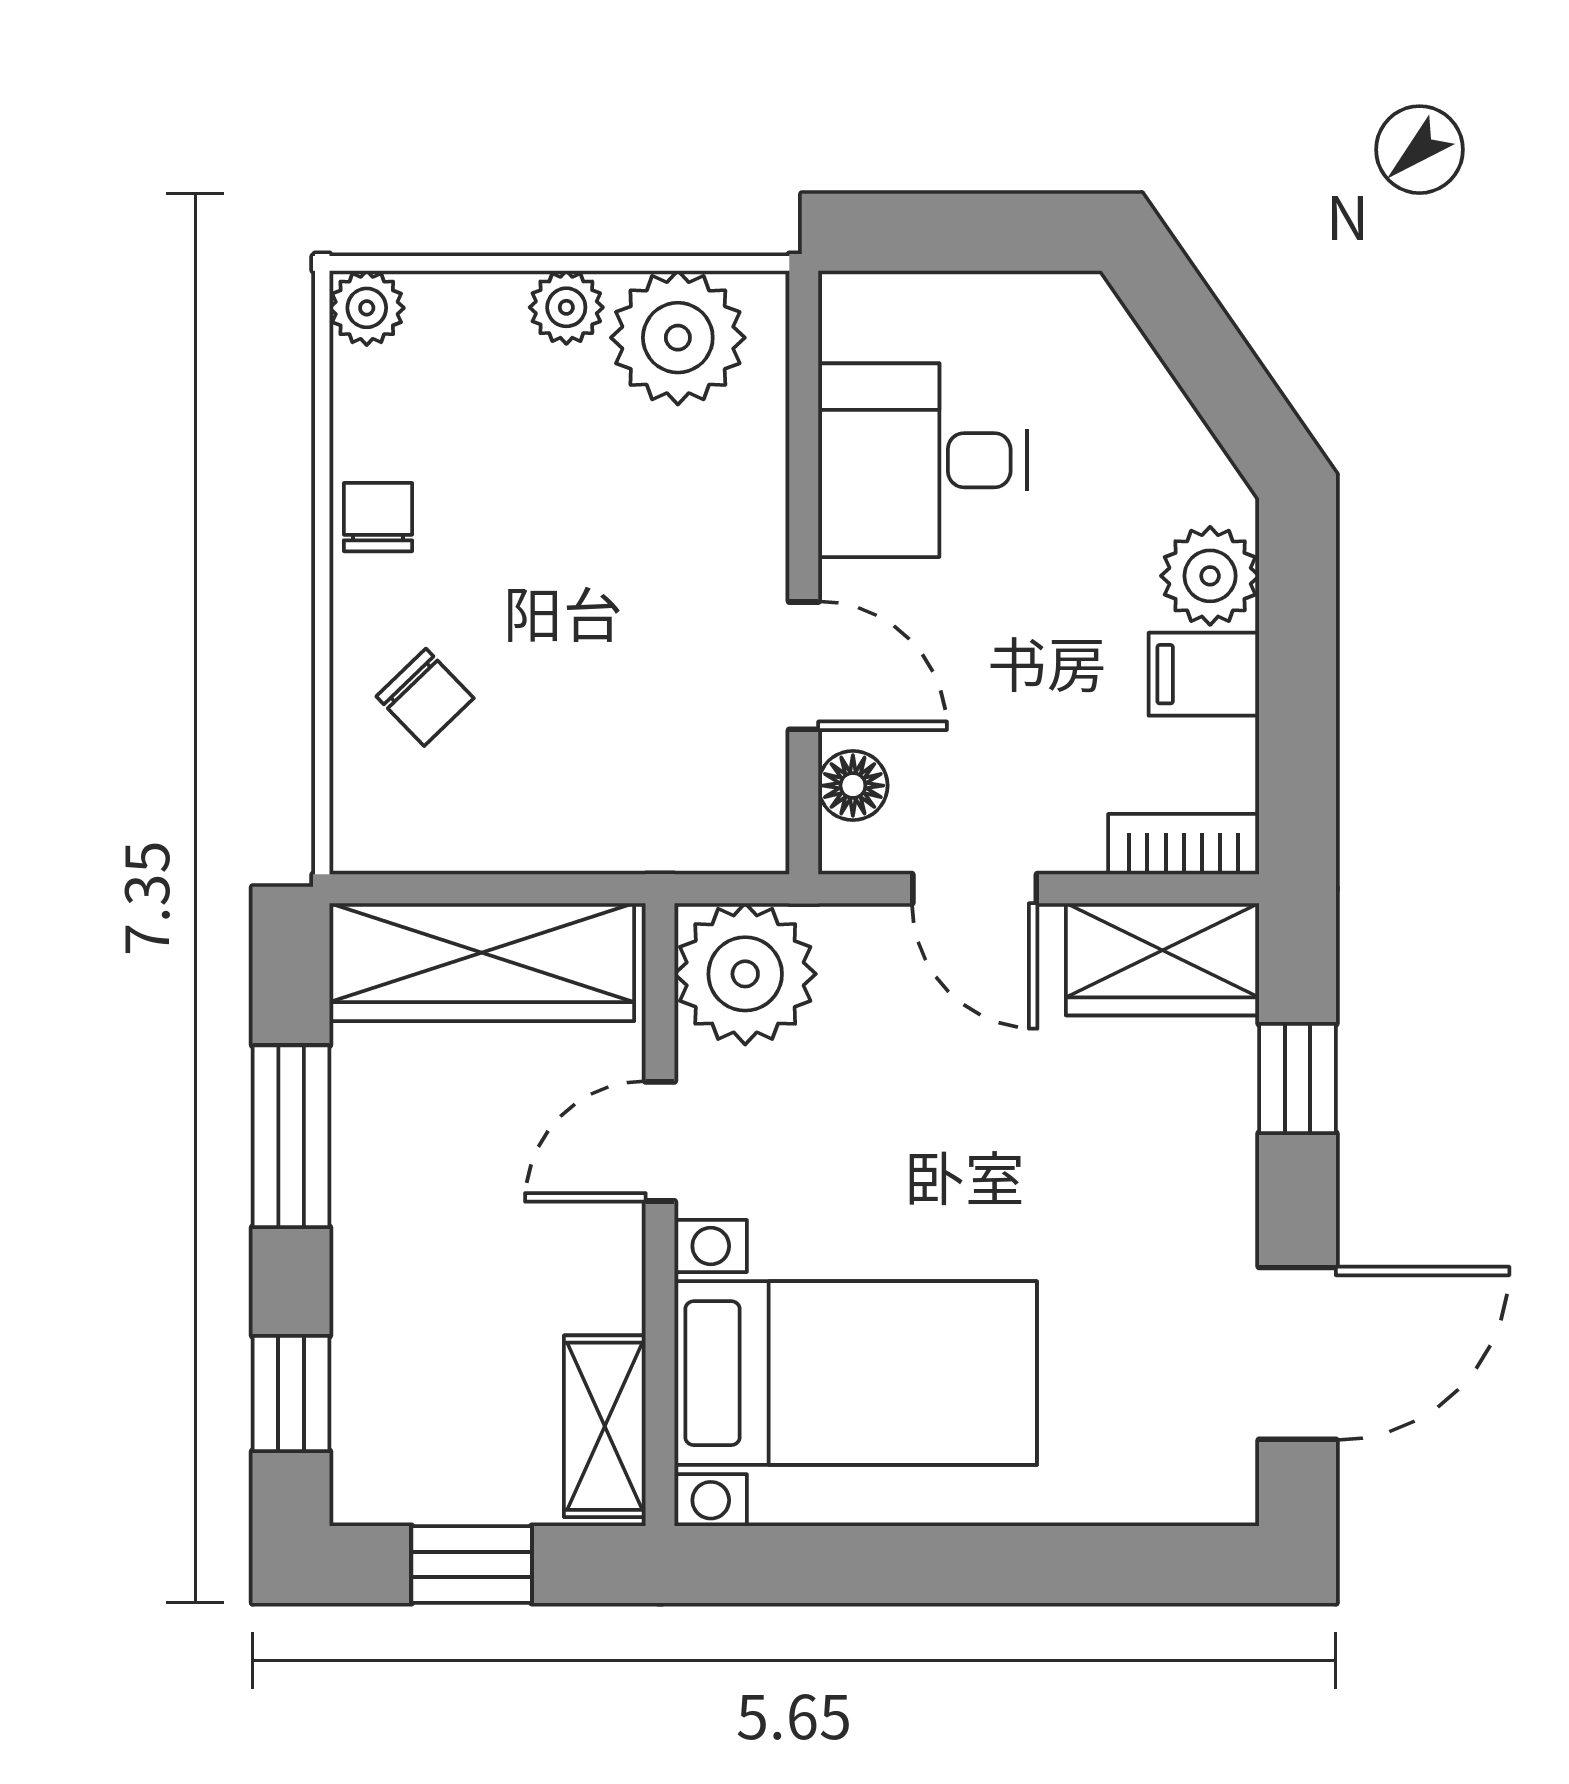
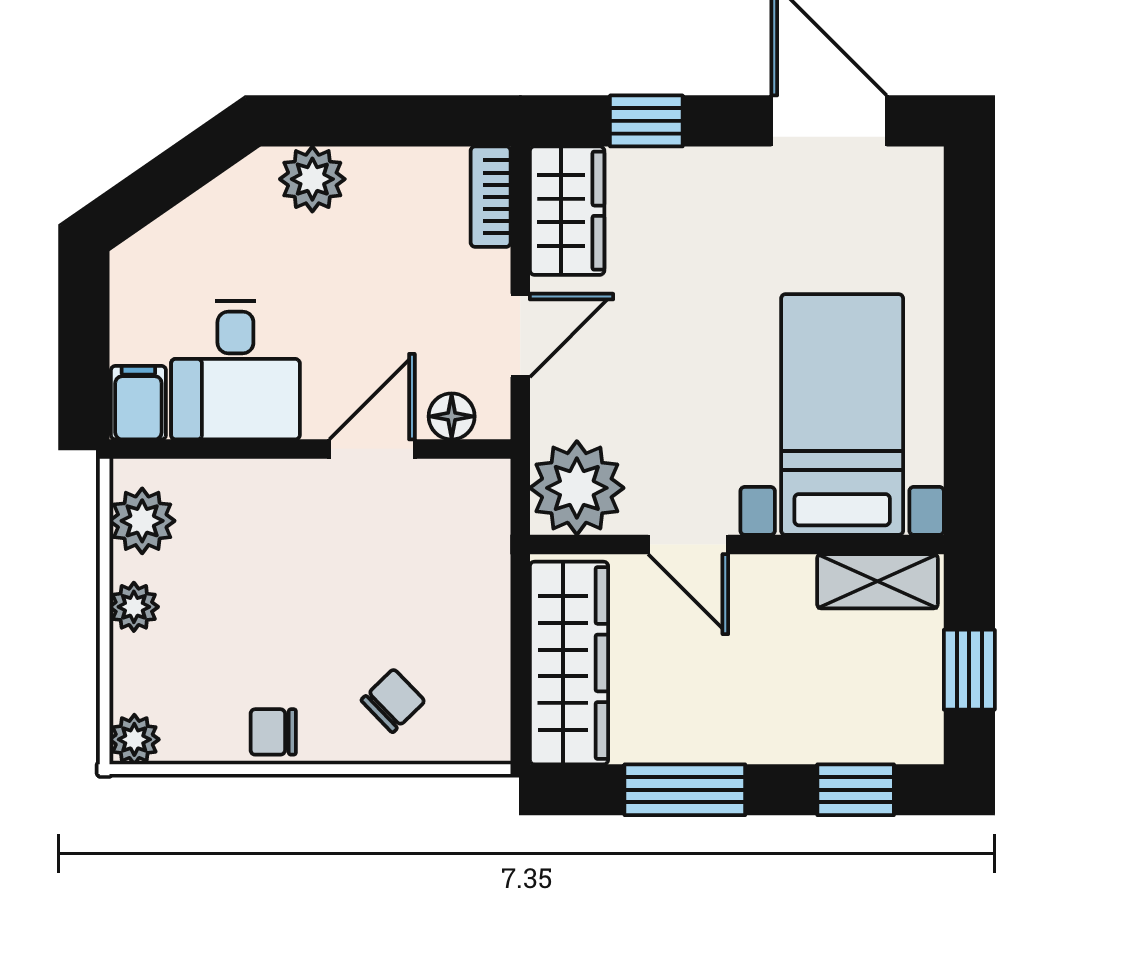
plant: (678, 338) -> (142, 521), width x0.73, depth x0.73
filing cabinet: (1204, 674) -> (138, 403), moved, turned 180

